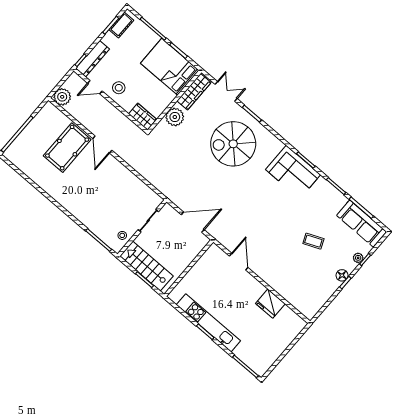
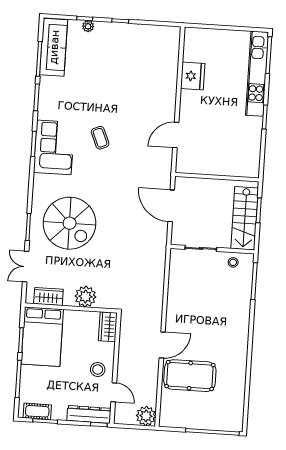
wardrobe: (194, 92) -> (48, 297), width x0.67
coffee table: (313, 241) -> (100, 138), moved
floor lamp: (342, 275) -> (116, 29), removed
kitchen unit: (208, 323) -> (257, 74), moved

